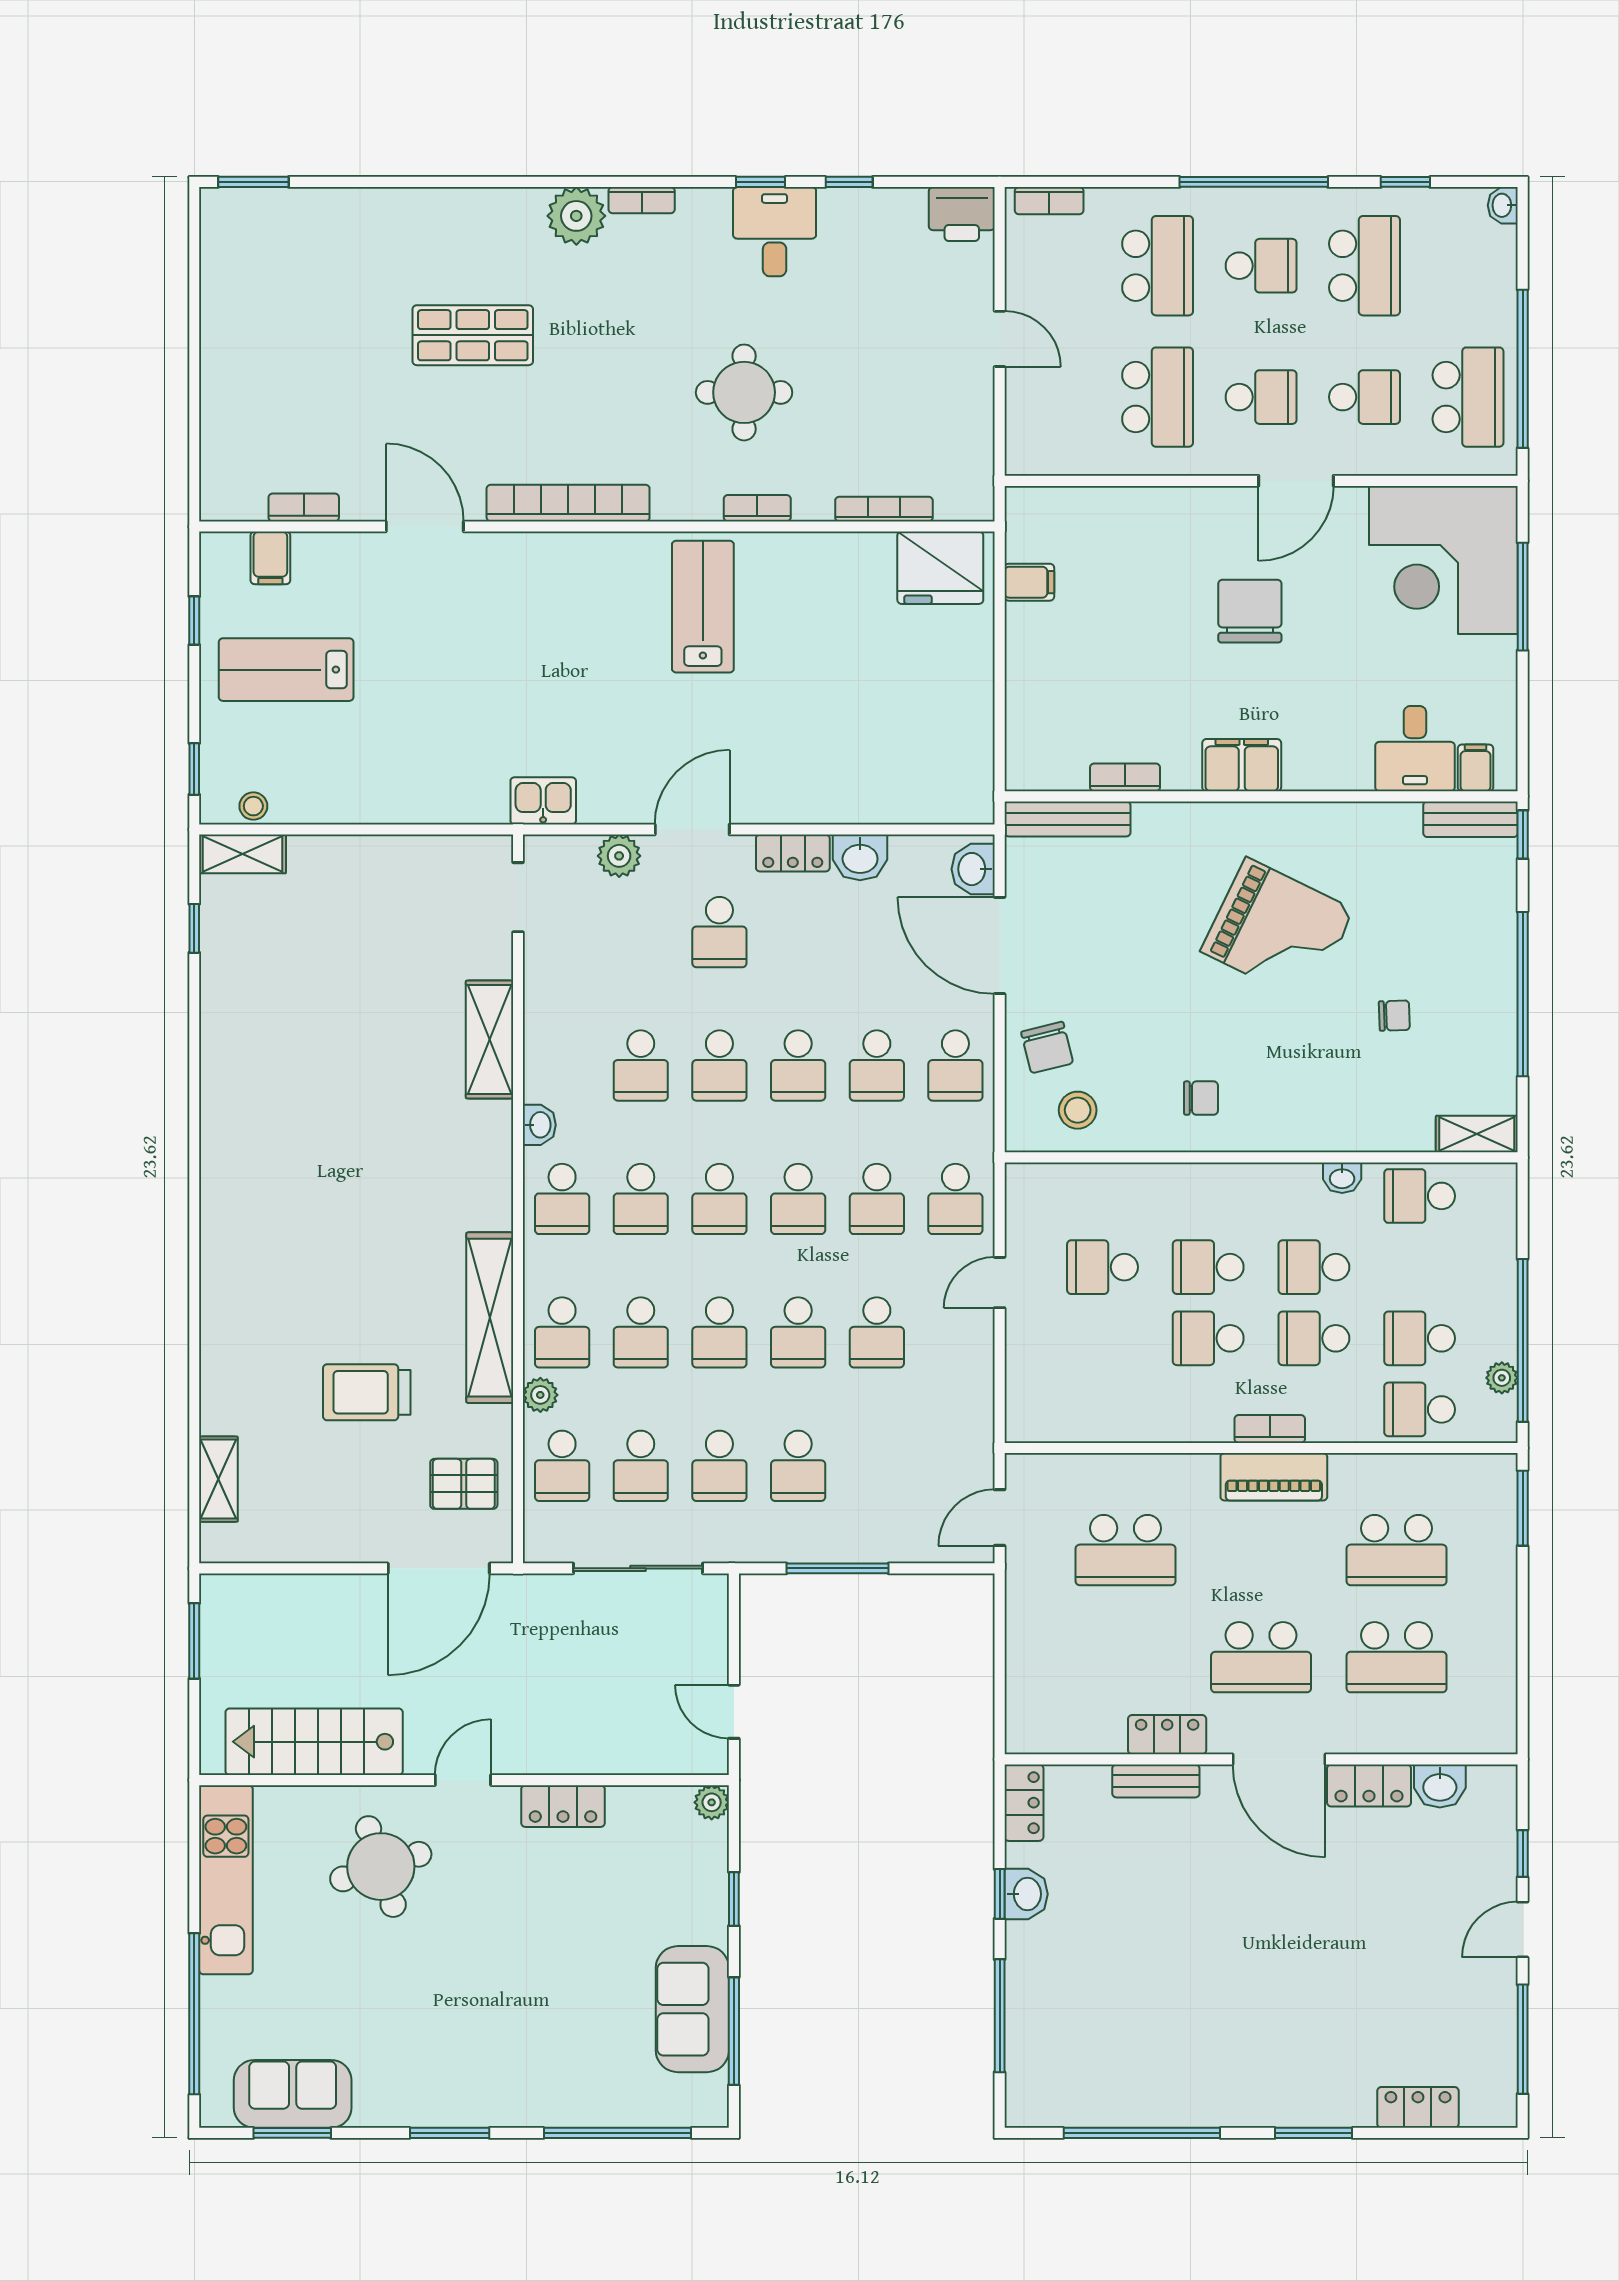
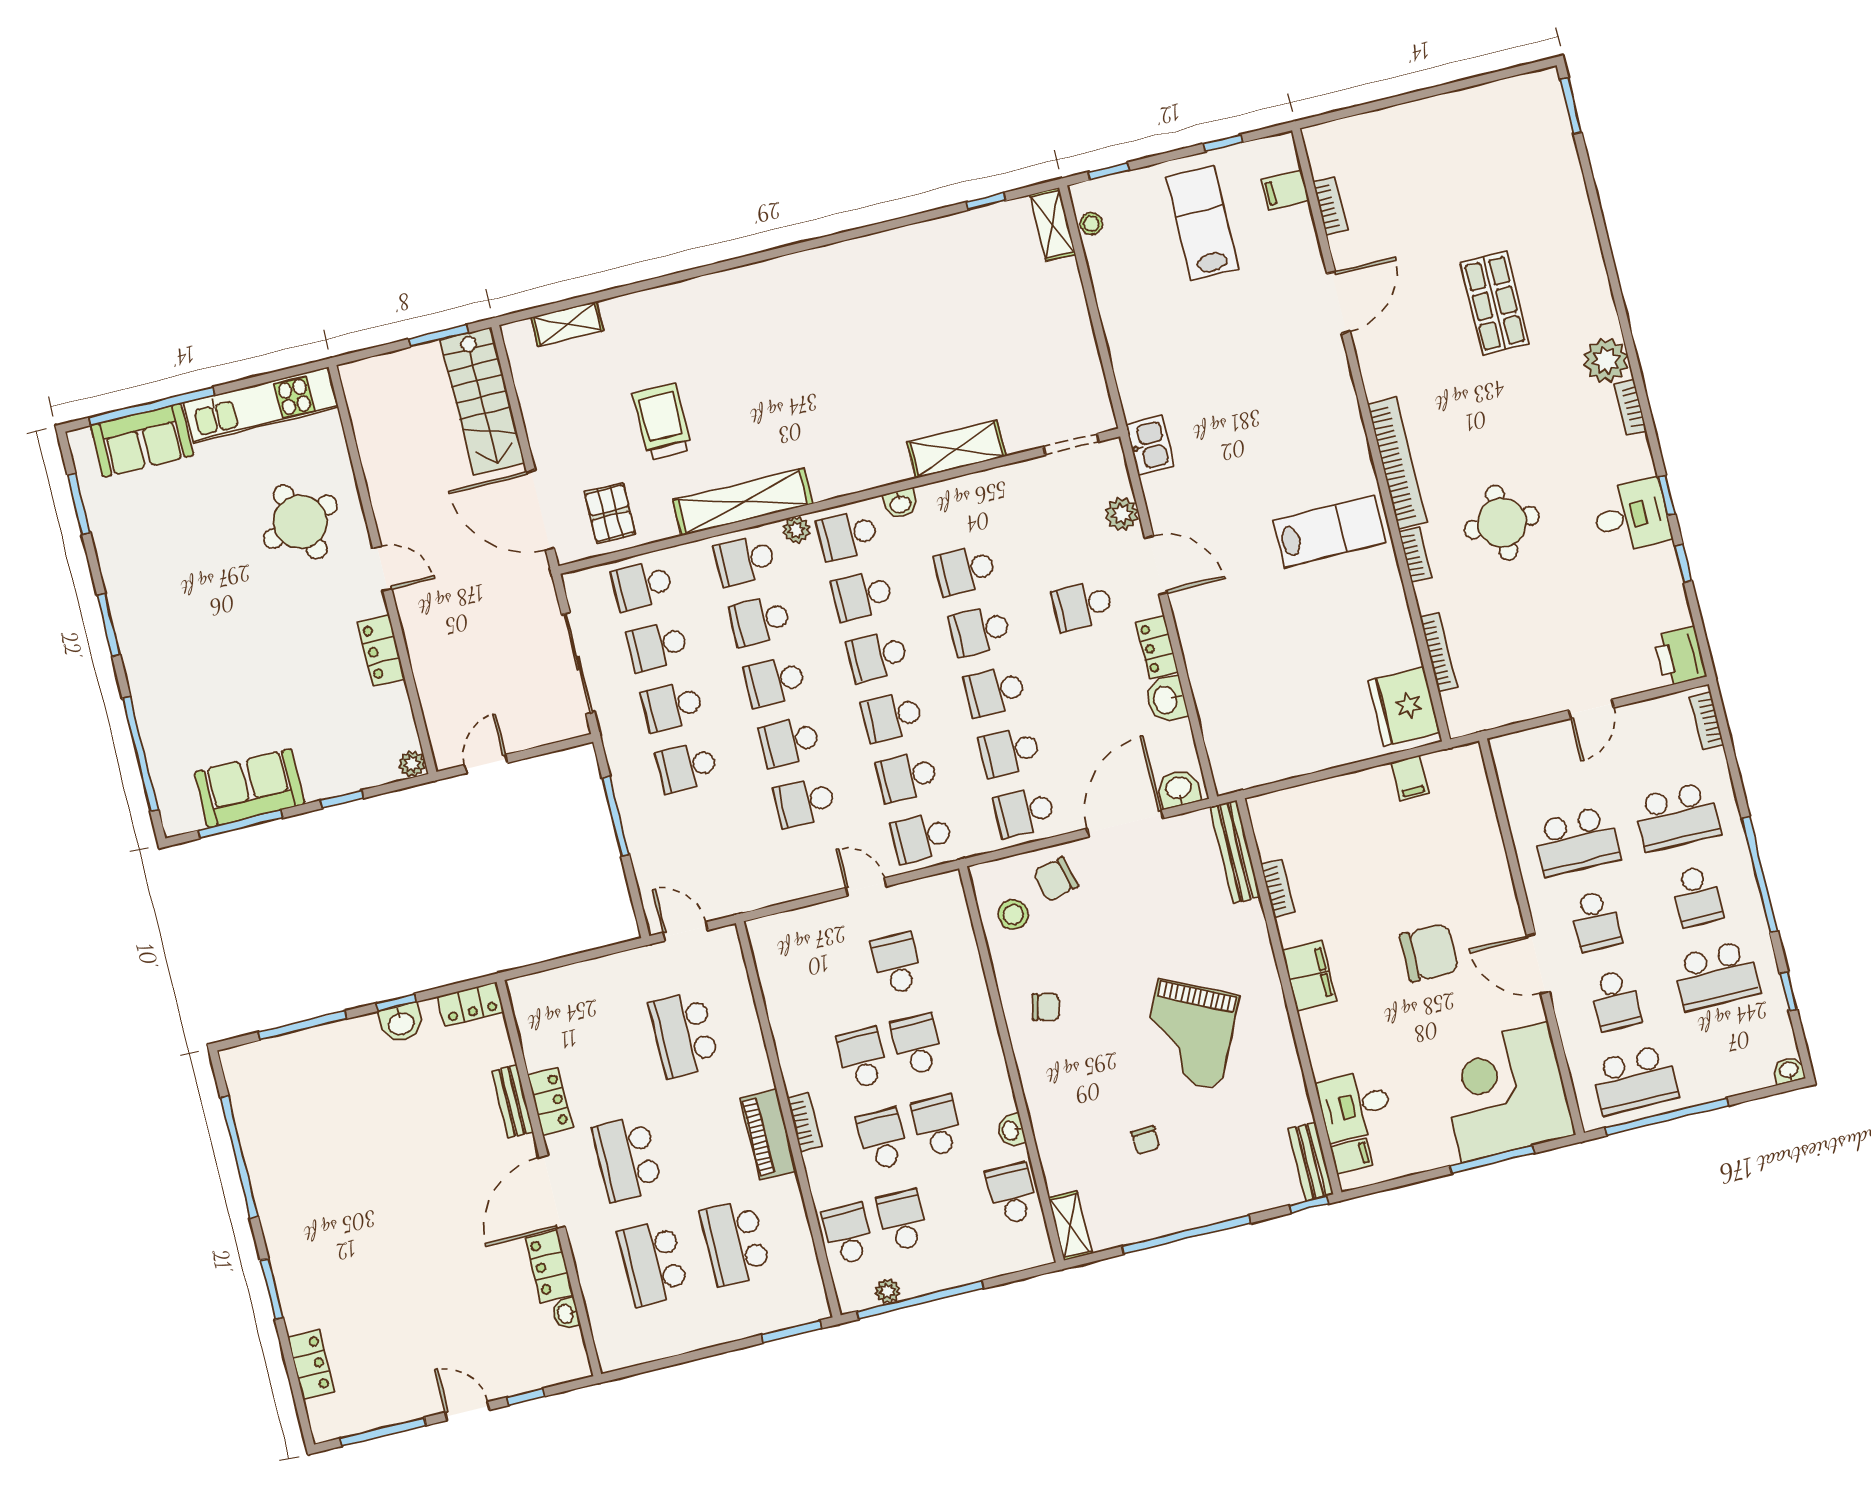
bookcase: (568, 503) -> (1397, 463), moved
chair: (1201, 1098) -> (1046, 1007), turned -76
plant: (540, 1395) -> (796, 530), moved
stairs: (314, 1742) -> (482, 401), moved, turned 180
washbasin: (1440, 1786) -> (566, 1314), width x0.72, depth x0.69
sofa: (293, 2094) -> (142, 440), moved, turned 90

